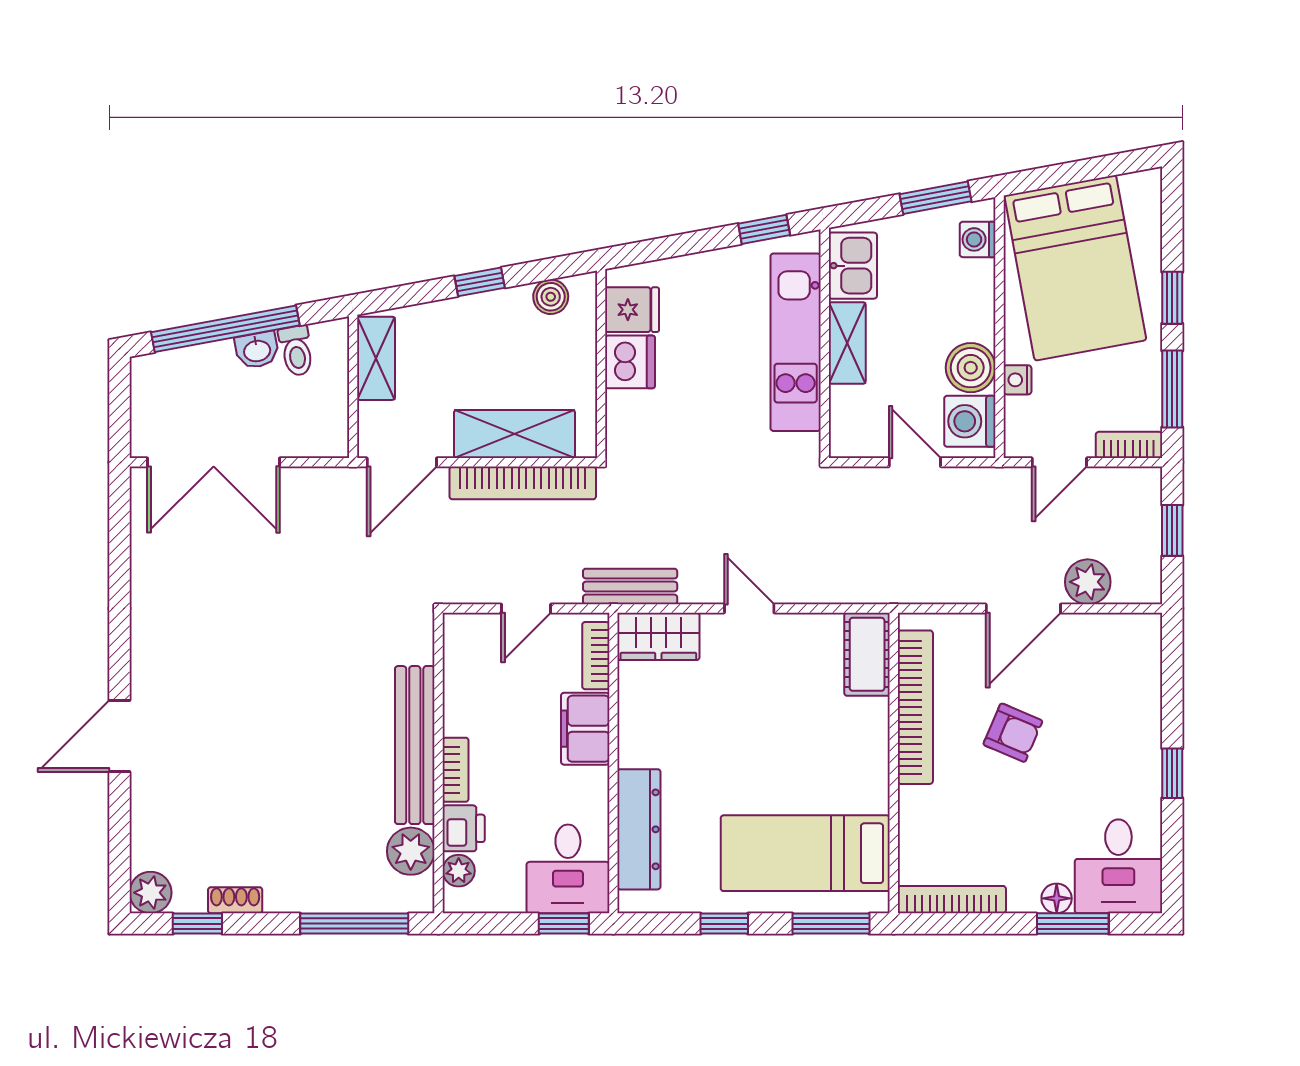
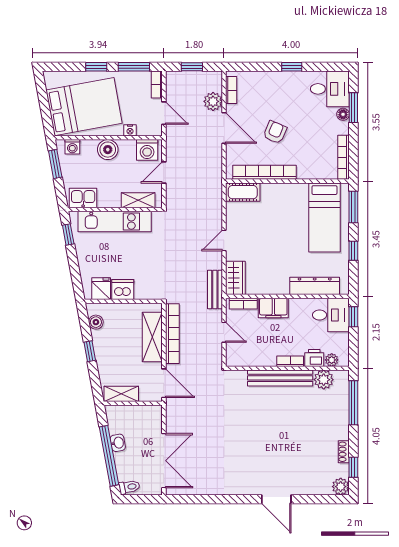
shelving: (847, 343) -> (138, 200), moved
toilet: (296, 351) -> (129, 487), moved
boiler: (971, 368) -> (108, 150), moved
bookcase: (1116, 626) -> (231, 90), added

